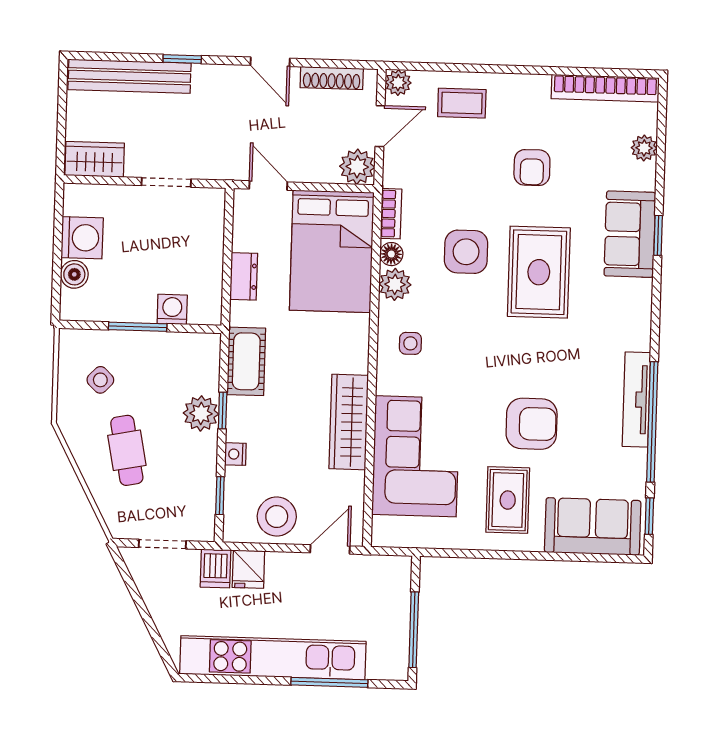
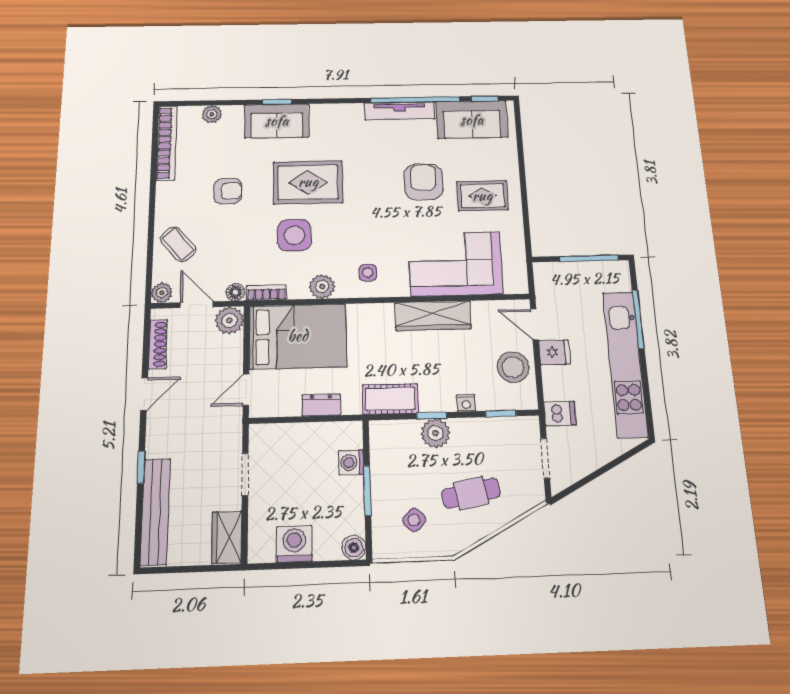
coffee table: (462, 103) -> (178, 244), turned -40
floor lamp: (391, 254) -> (235, 292), moved
boiler: (74, 274) -> (354, 548), moved
sofa: (593, 526) -> (472, 120), moved, turned -90
fridge: (248, 569) -> (554, 352), moved

